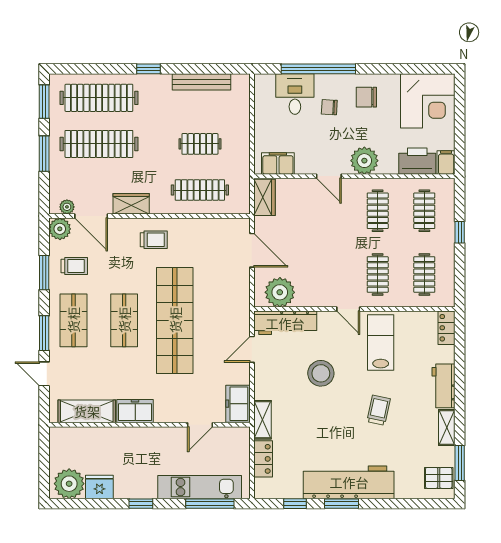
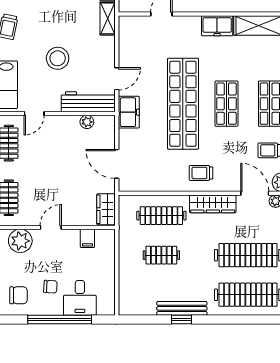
window: (148, 69) -> (182, 319), moved
bench: (202, 82) -> (182, 308), moved
filing cabinet: (278, 163) -> (87, 238), width x0.50
door: (329, 176) -> (51, 227), hinge flipped
wardrobe: (131, 204) -> (213, 204), width x1.50
plant: (280, 292) -> (87, 122), width x0.53, depth x0.53
door: (348, 309) -> (34, 113), swing flipped
freezer: (238, 404) -> (129, 112), moved

